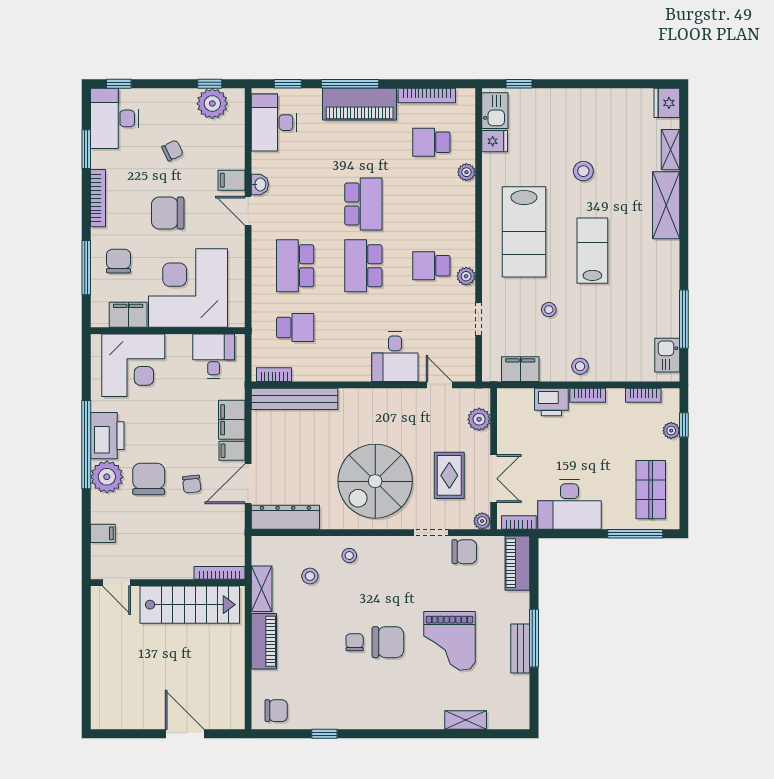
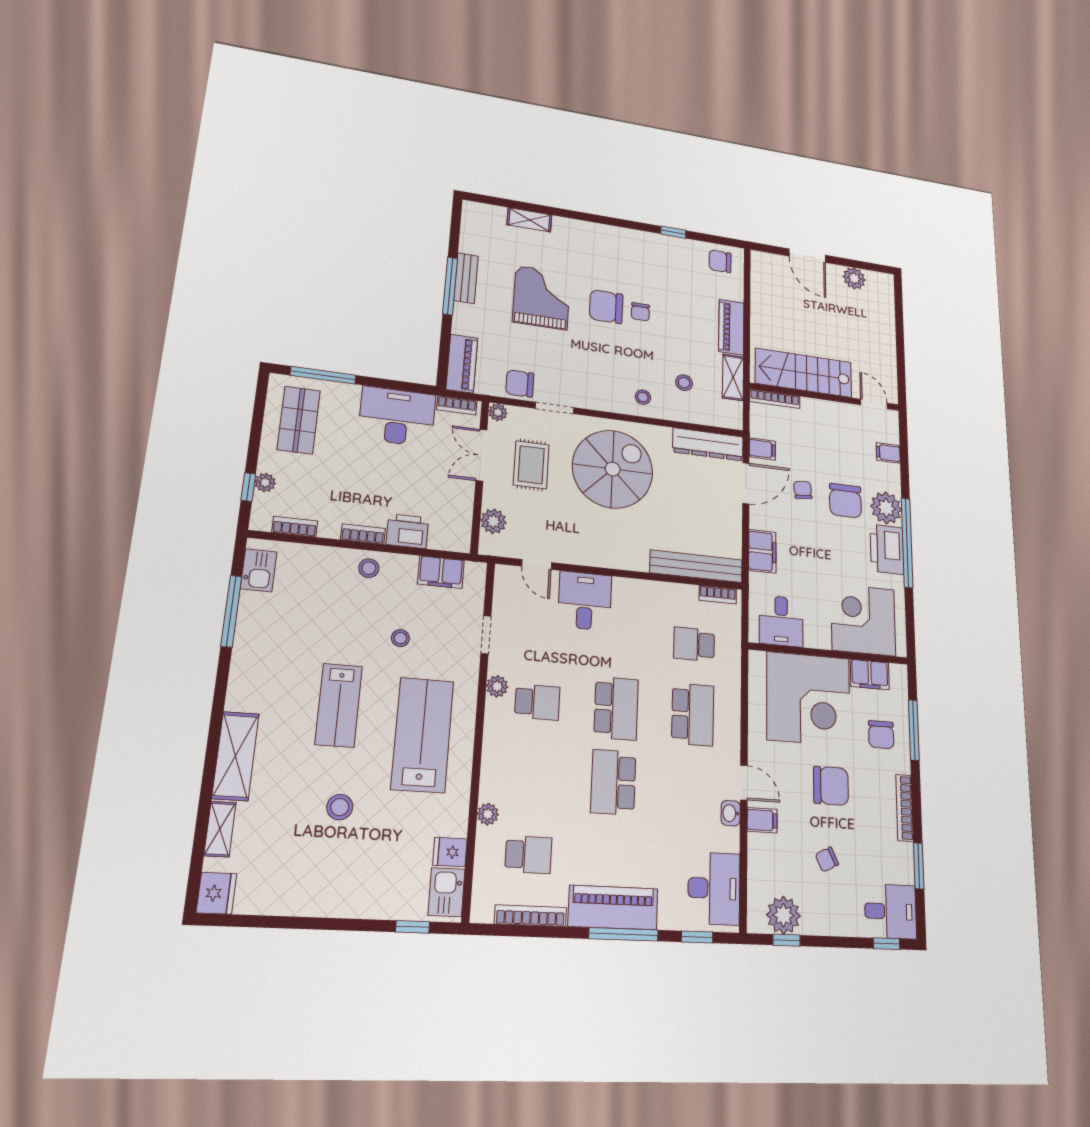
desk: (114, 118) -> (890, 911), width x0.73
filing cabinet: (232, 451) -> (762, 449), moved
plant: (134, 717) -> (854, 278), added

